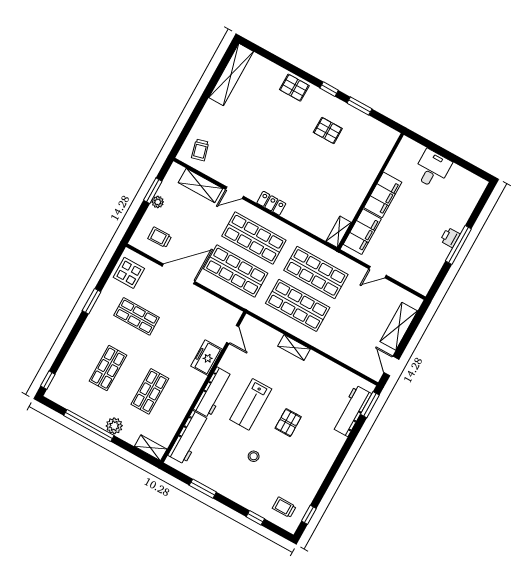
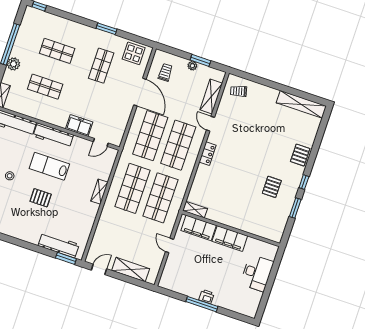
desk: (432, 169) -> (257, 273), width x1.37

